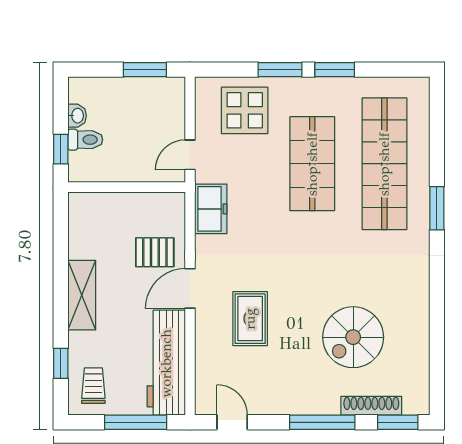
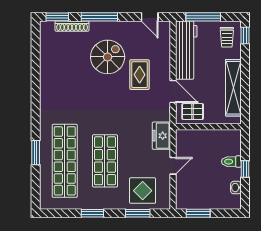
window: (280, 70) -> (138, 213), moved
toilet: (85, 140) -> (231, 162), moved
wall: (127, 187) -> (208, 127), moved
window: (437, 208) -> (36, 153), moved
door: (190, 288) -> (173, 91), hinge flipped
shelving: (82, 295) -> (233, 88), width x1.47
spiral stairs: (353, 337) -> (108, 57), moved
window: (61, 363) -> (245, 36), moved

